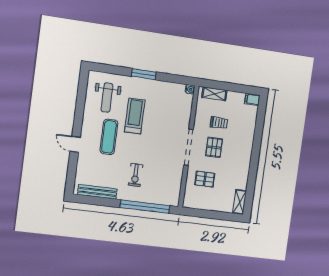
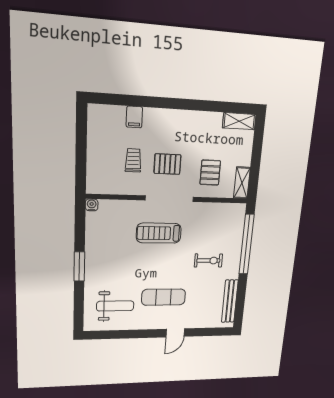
shelving: (214, 94) -> (242, 183), moved
filing cabinet: (252, 99) -> (134, 117), moved
treadmill: (135, 116) -> (159, 233), moved

